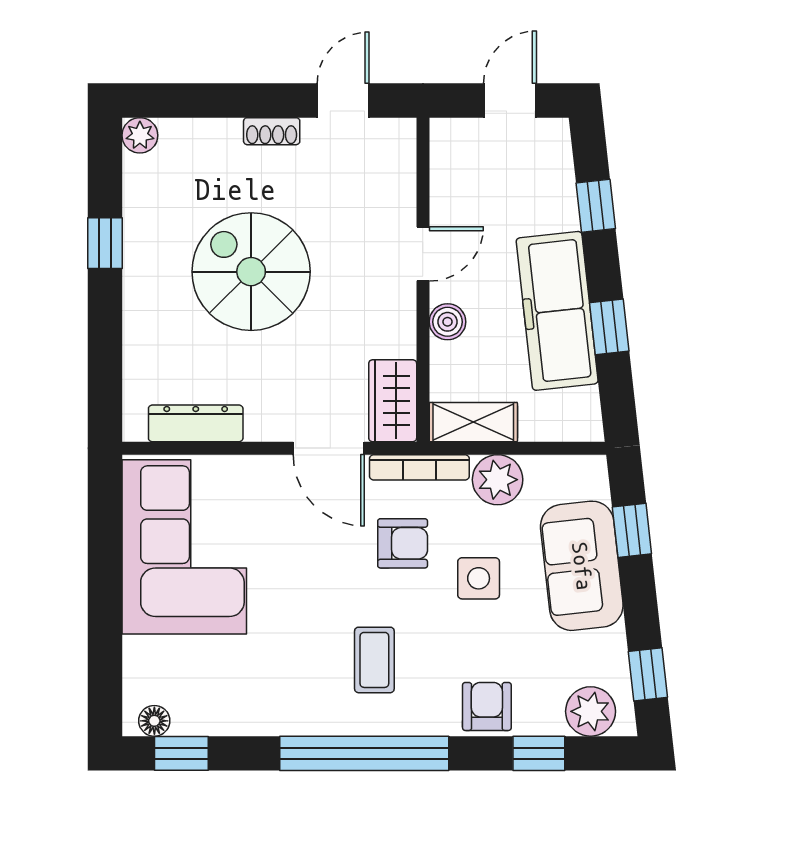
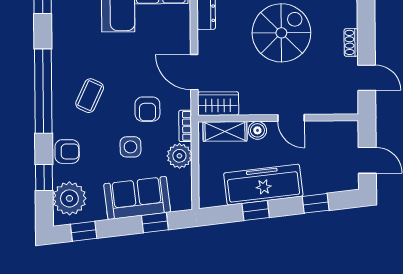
shelving: (473, 422) -> (225, 131), moved, turned 90
door: (329, 448) -> (194, 72), hinge flipped
bookcase: (419, 467) -> (185, 126), width x0.64
coffee table: (374, 660) -> (90, 96), turned -65
plant: (591, 711) -> (69, 198), width x1.36, depth x1.36

